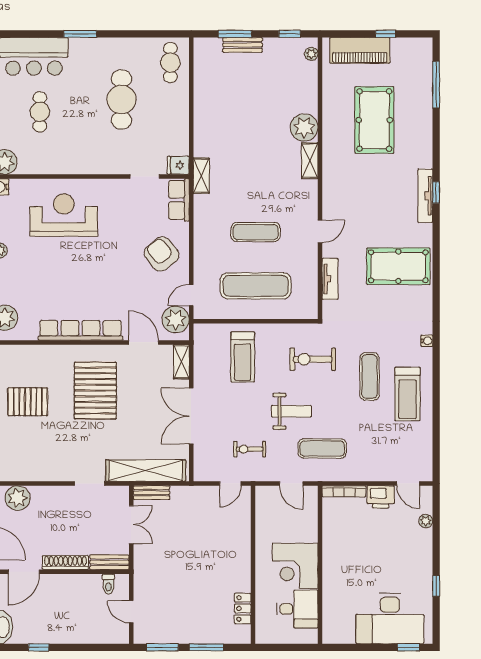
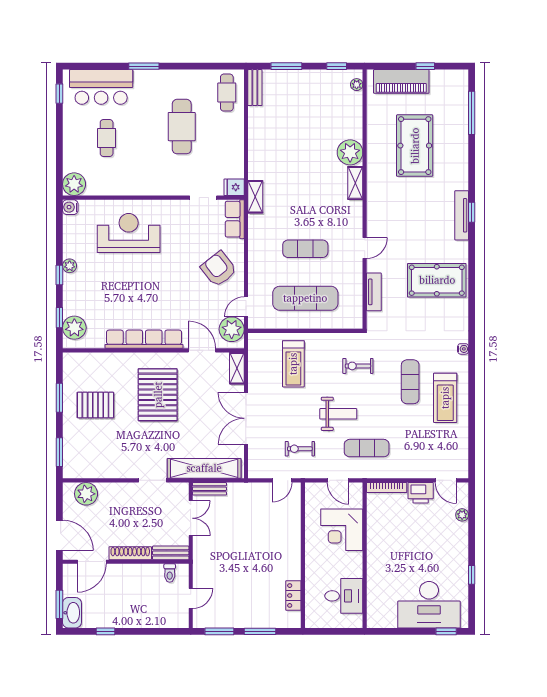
bench: (243, 45) -> (255, 88), moved, turned 90
exercise bike: (313, 359) -> (358, 366), width x0.73, depth x0.72
corner desk: (295, 566) -> (342, 530), moved
door: (131, 612) -> (191, 598), swing flipped

